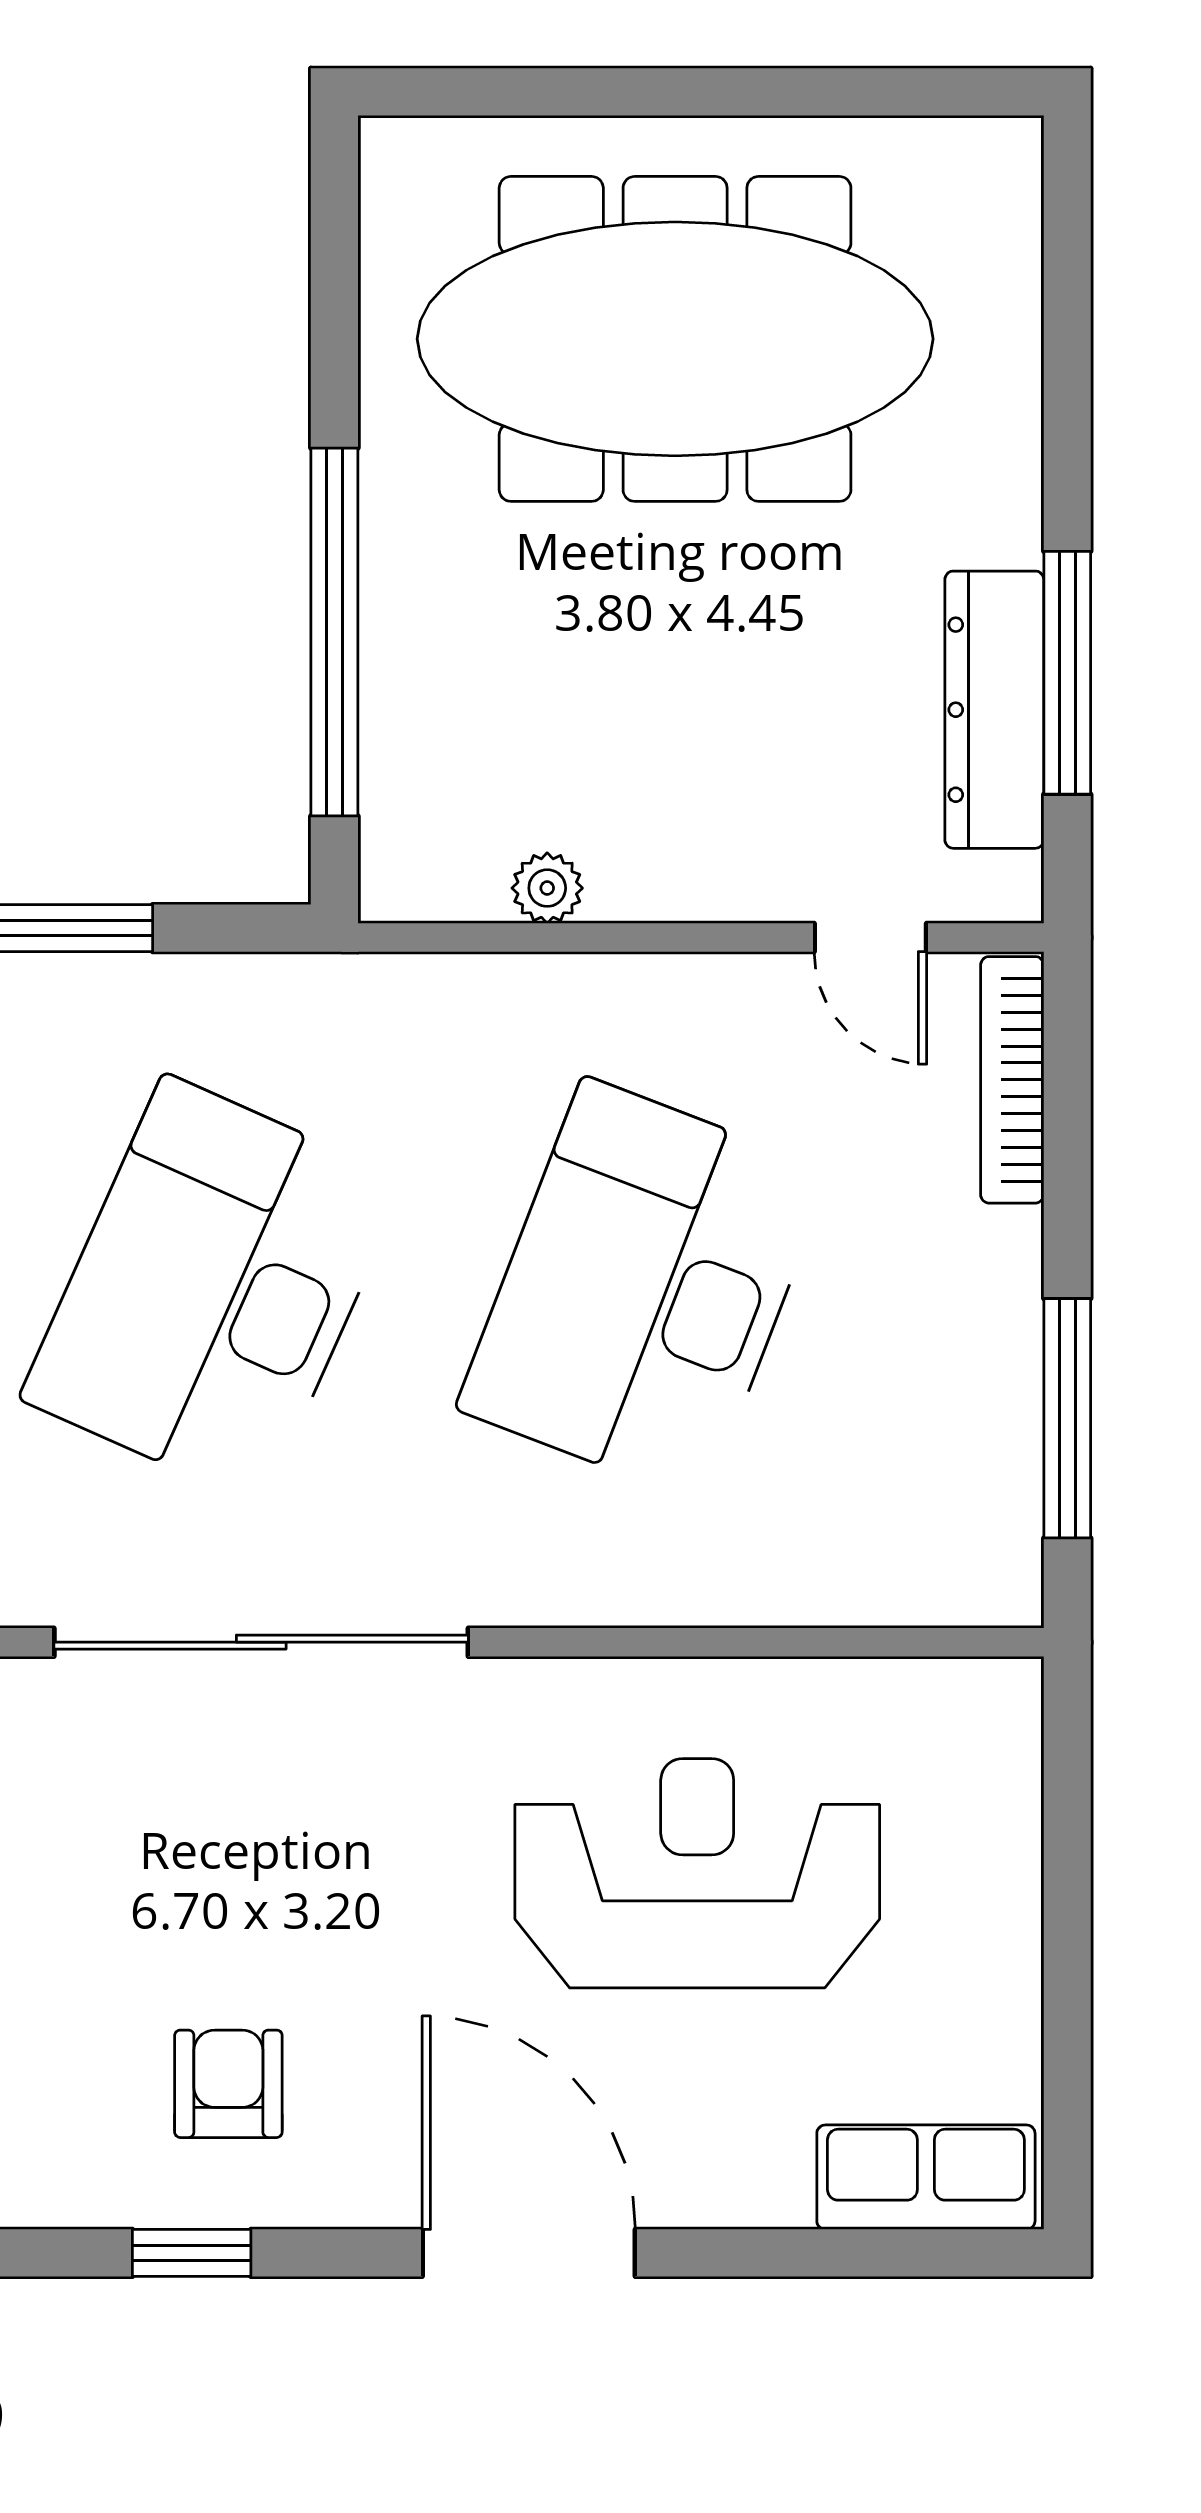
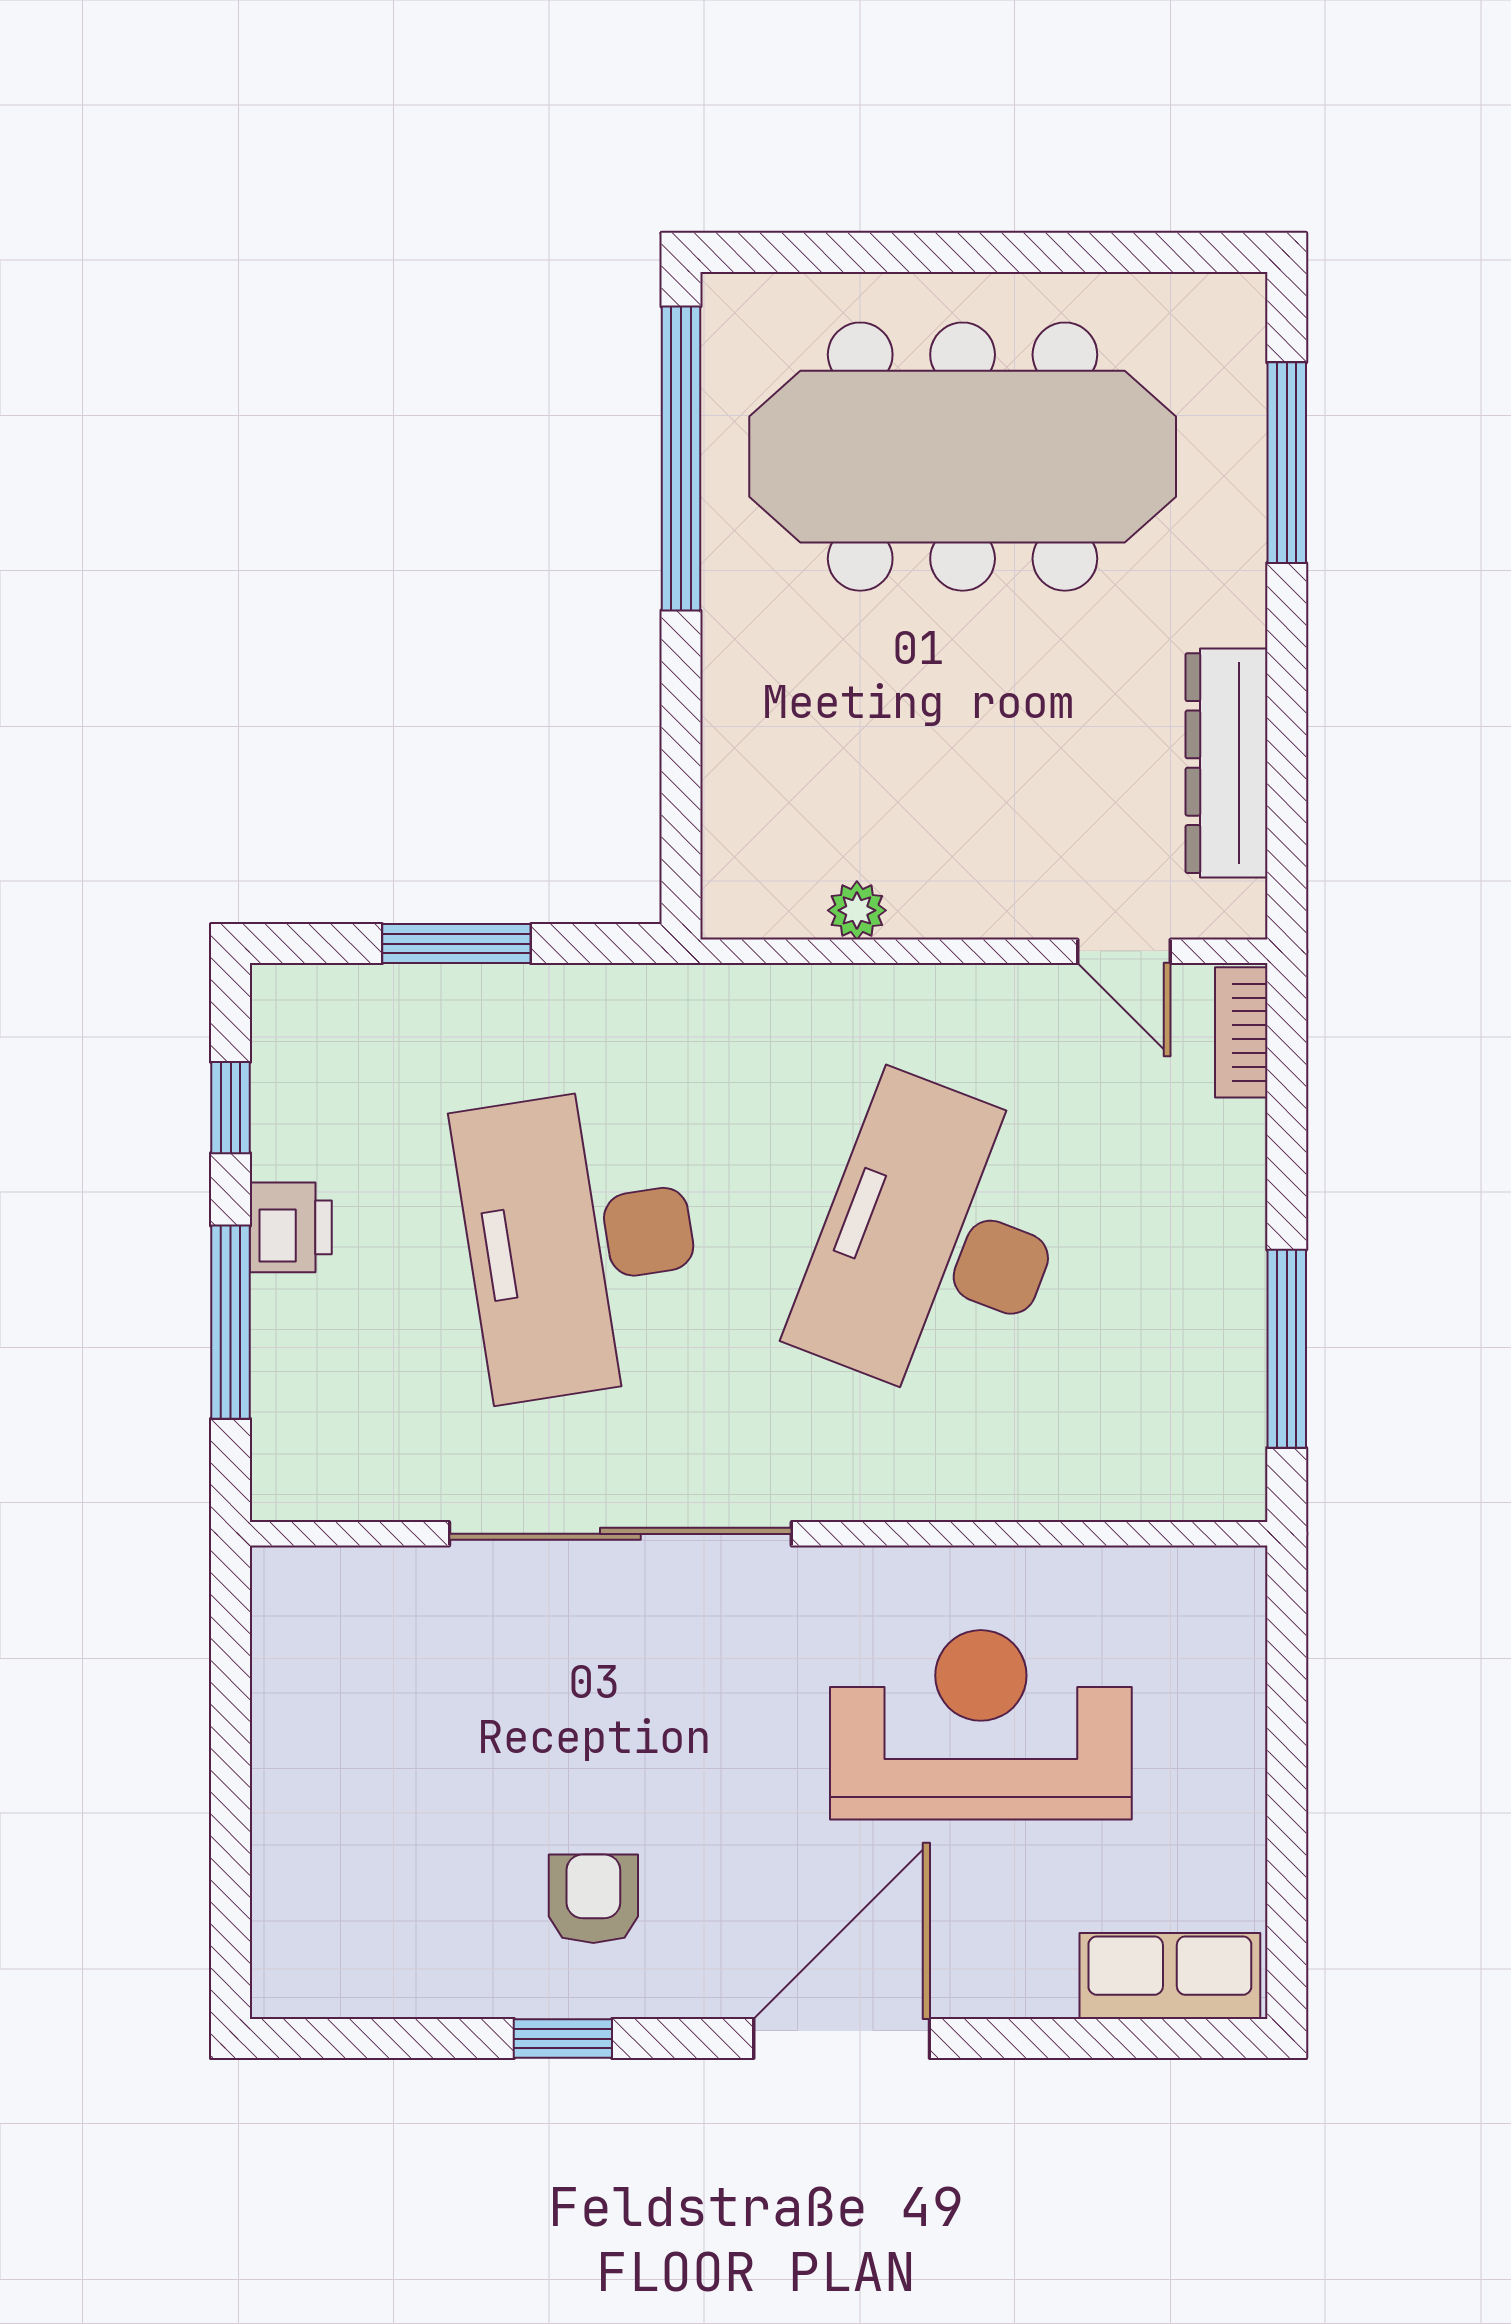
window: (334, 632) -> (681, 458), moved
window: (1067, 673) -> (1287, 463), moved
bookcase: (1012, 1080) -> (1241, 1032), width x0.64
desk: (213, 1290) -> (581, 1243), turned -33
door: (529, 2253) -> (842, 2039), hinge flipped

